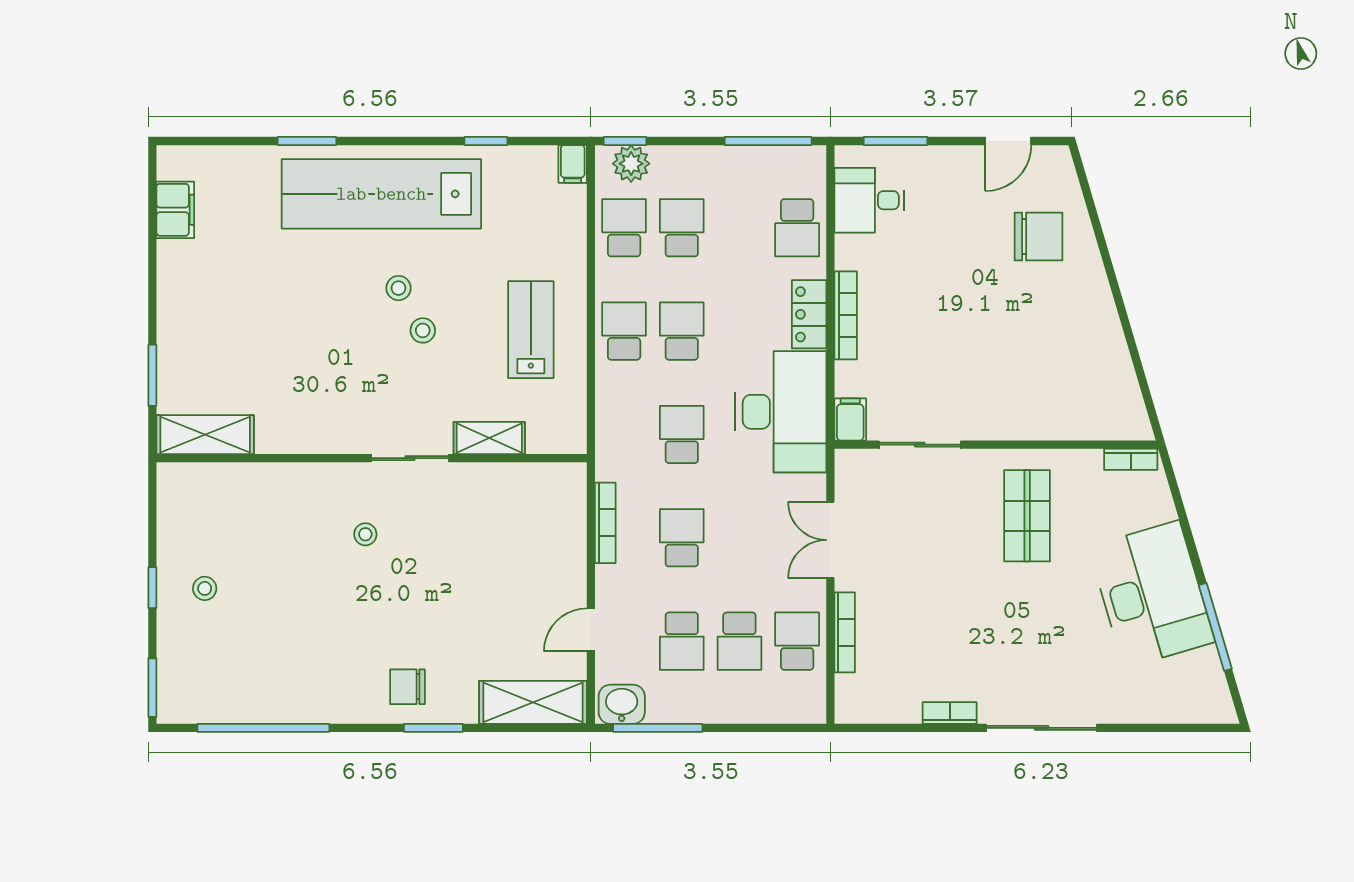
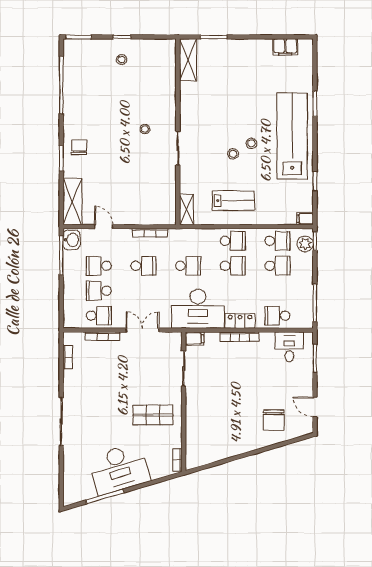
shelving: (489, 438) -> (187, 209), moved
bookcase: (950, 713) -> (68, 357), moved

